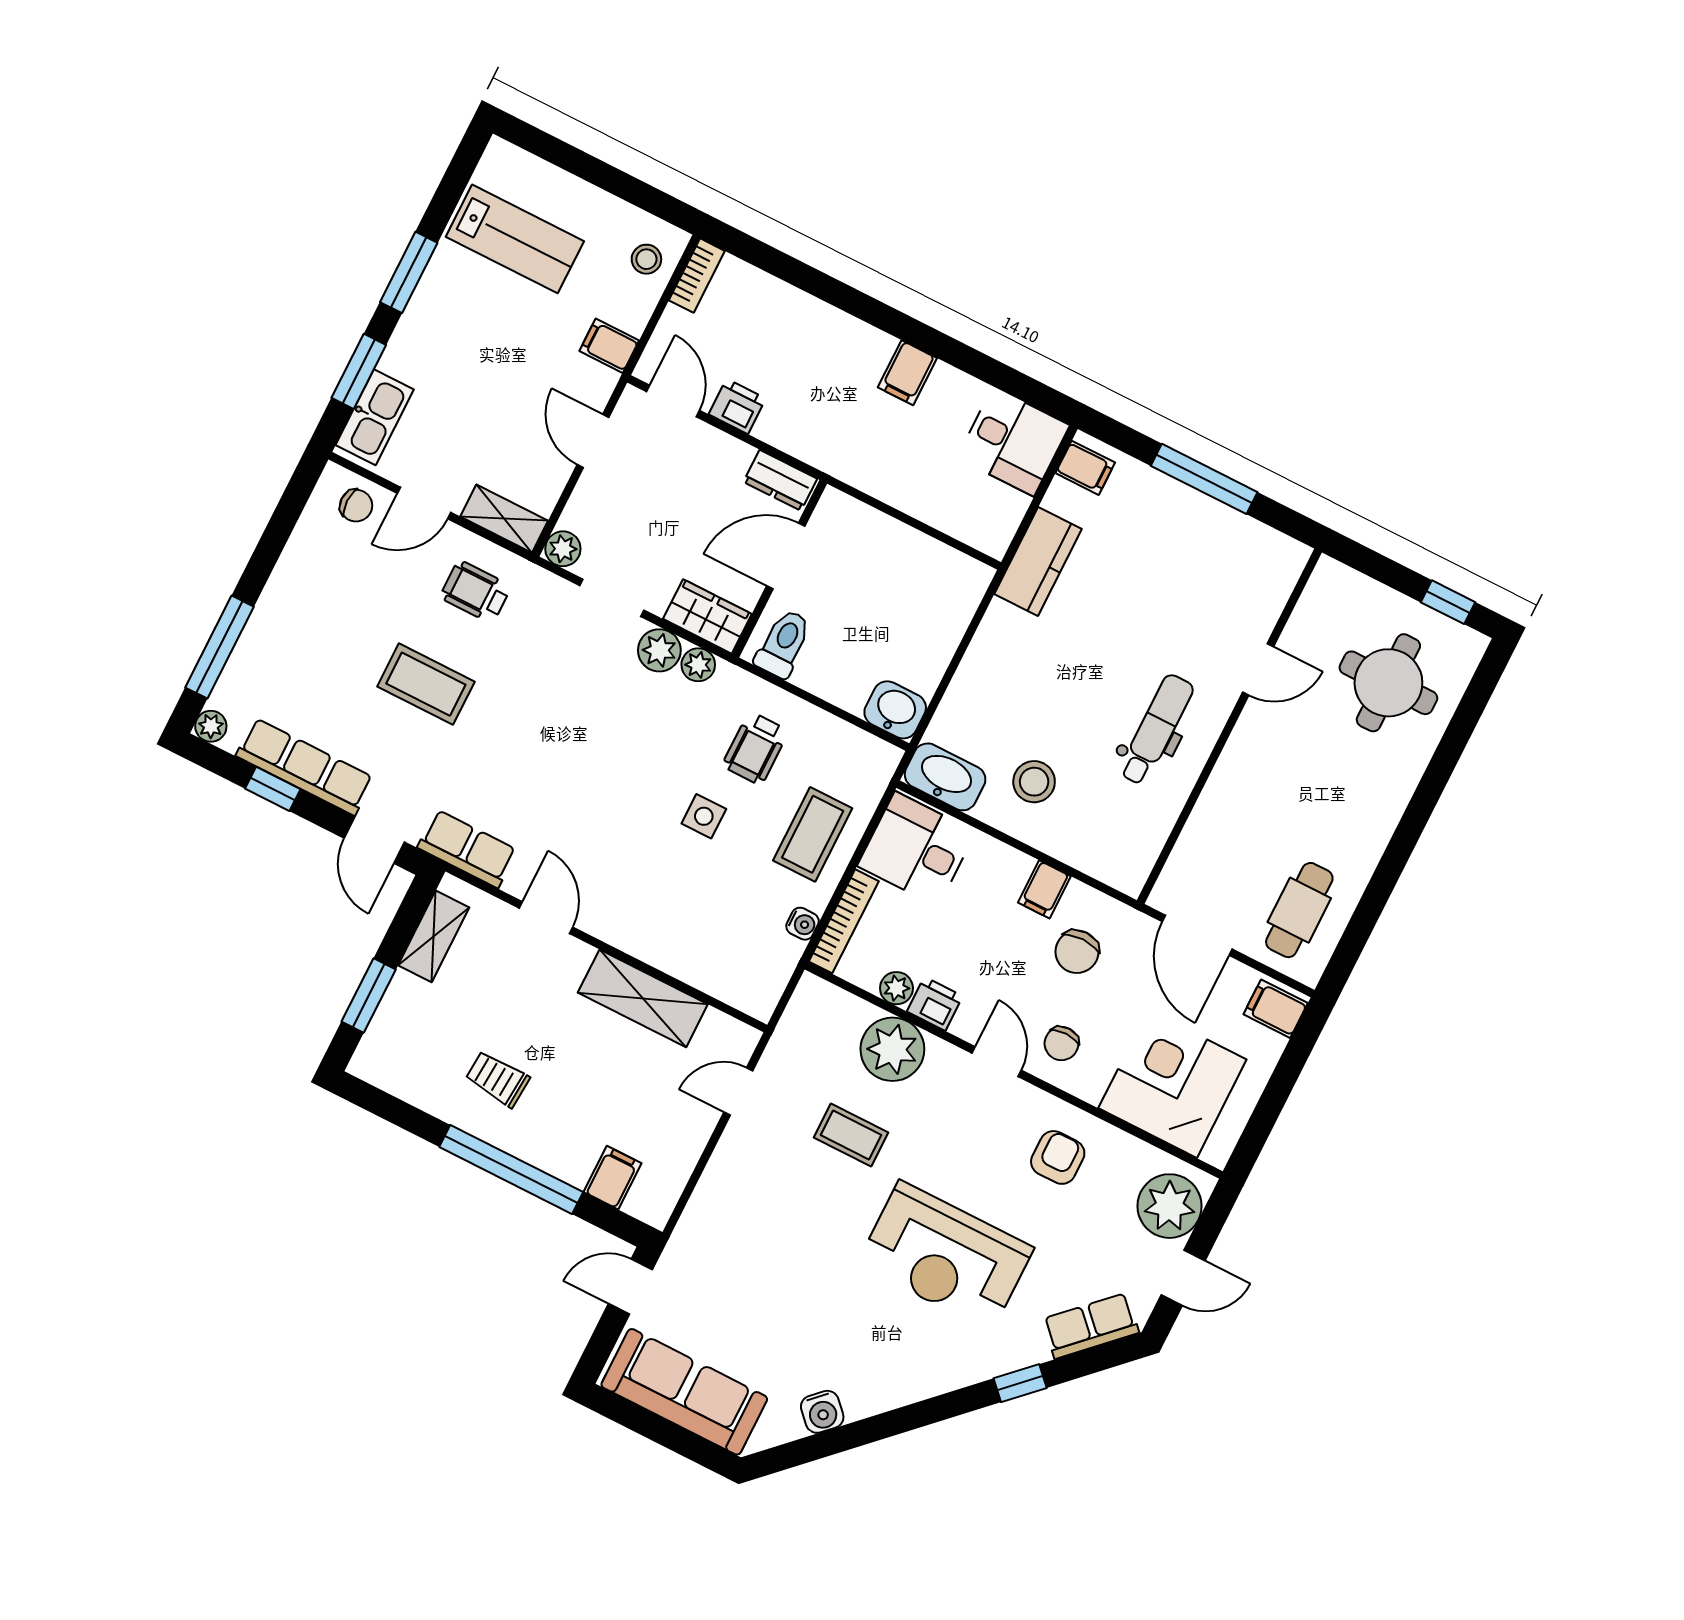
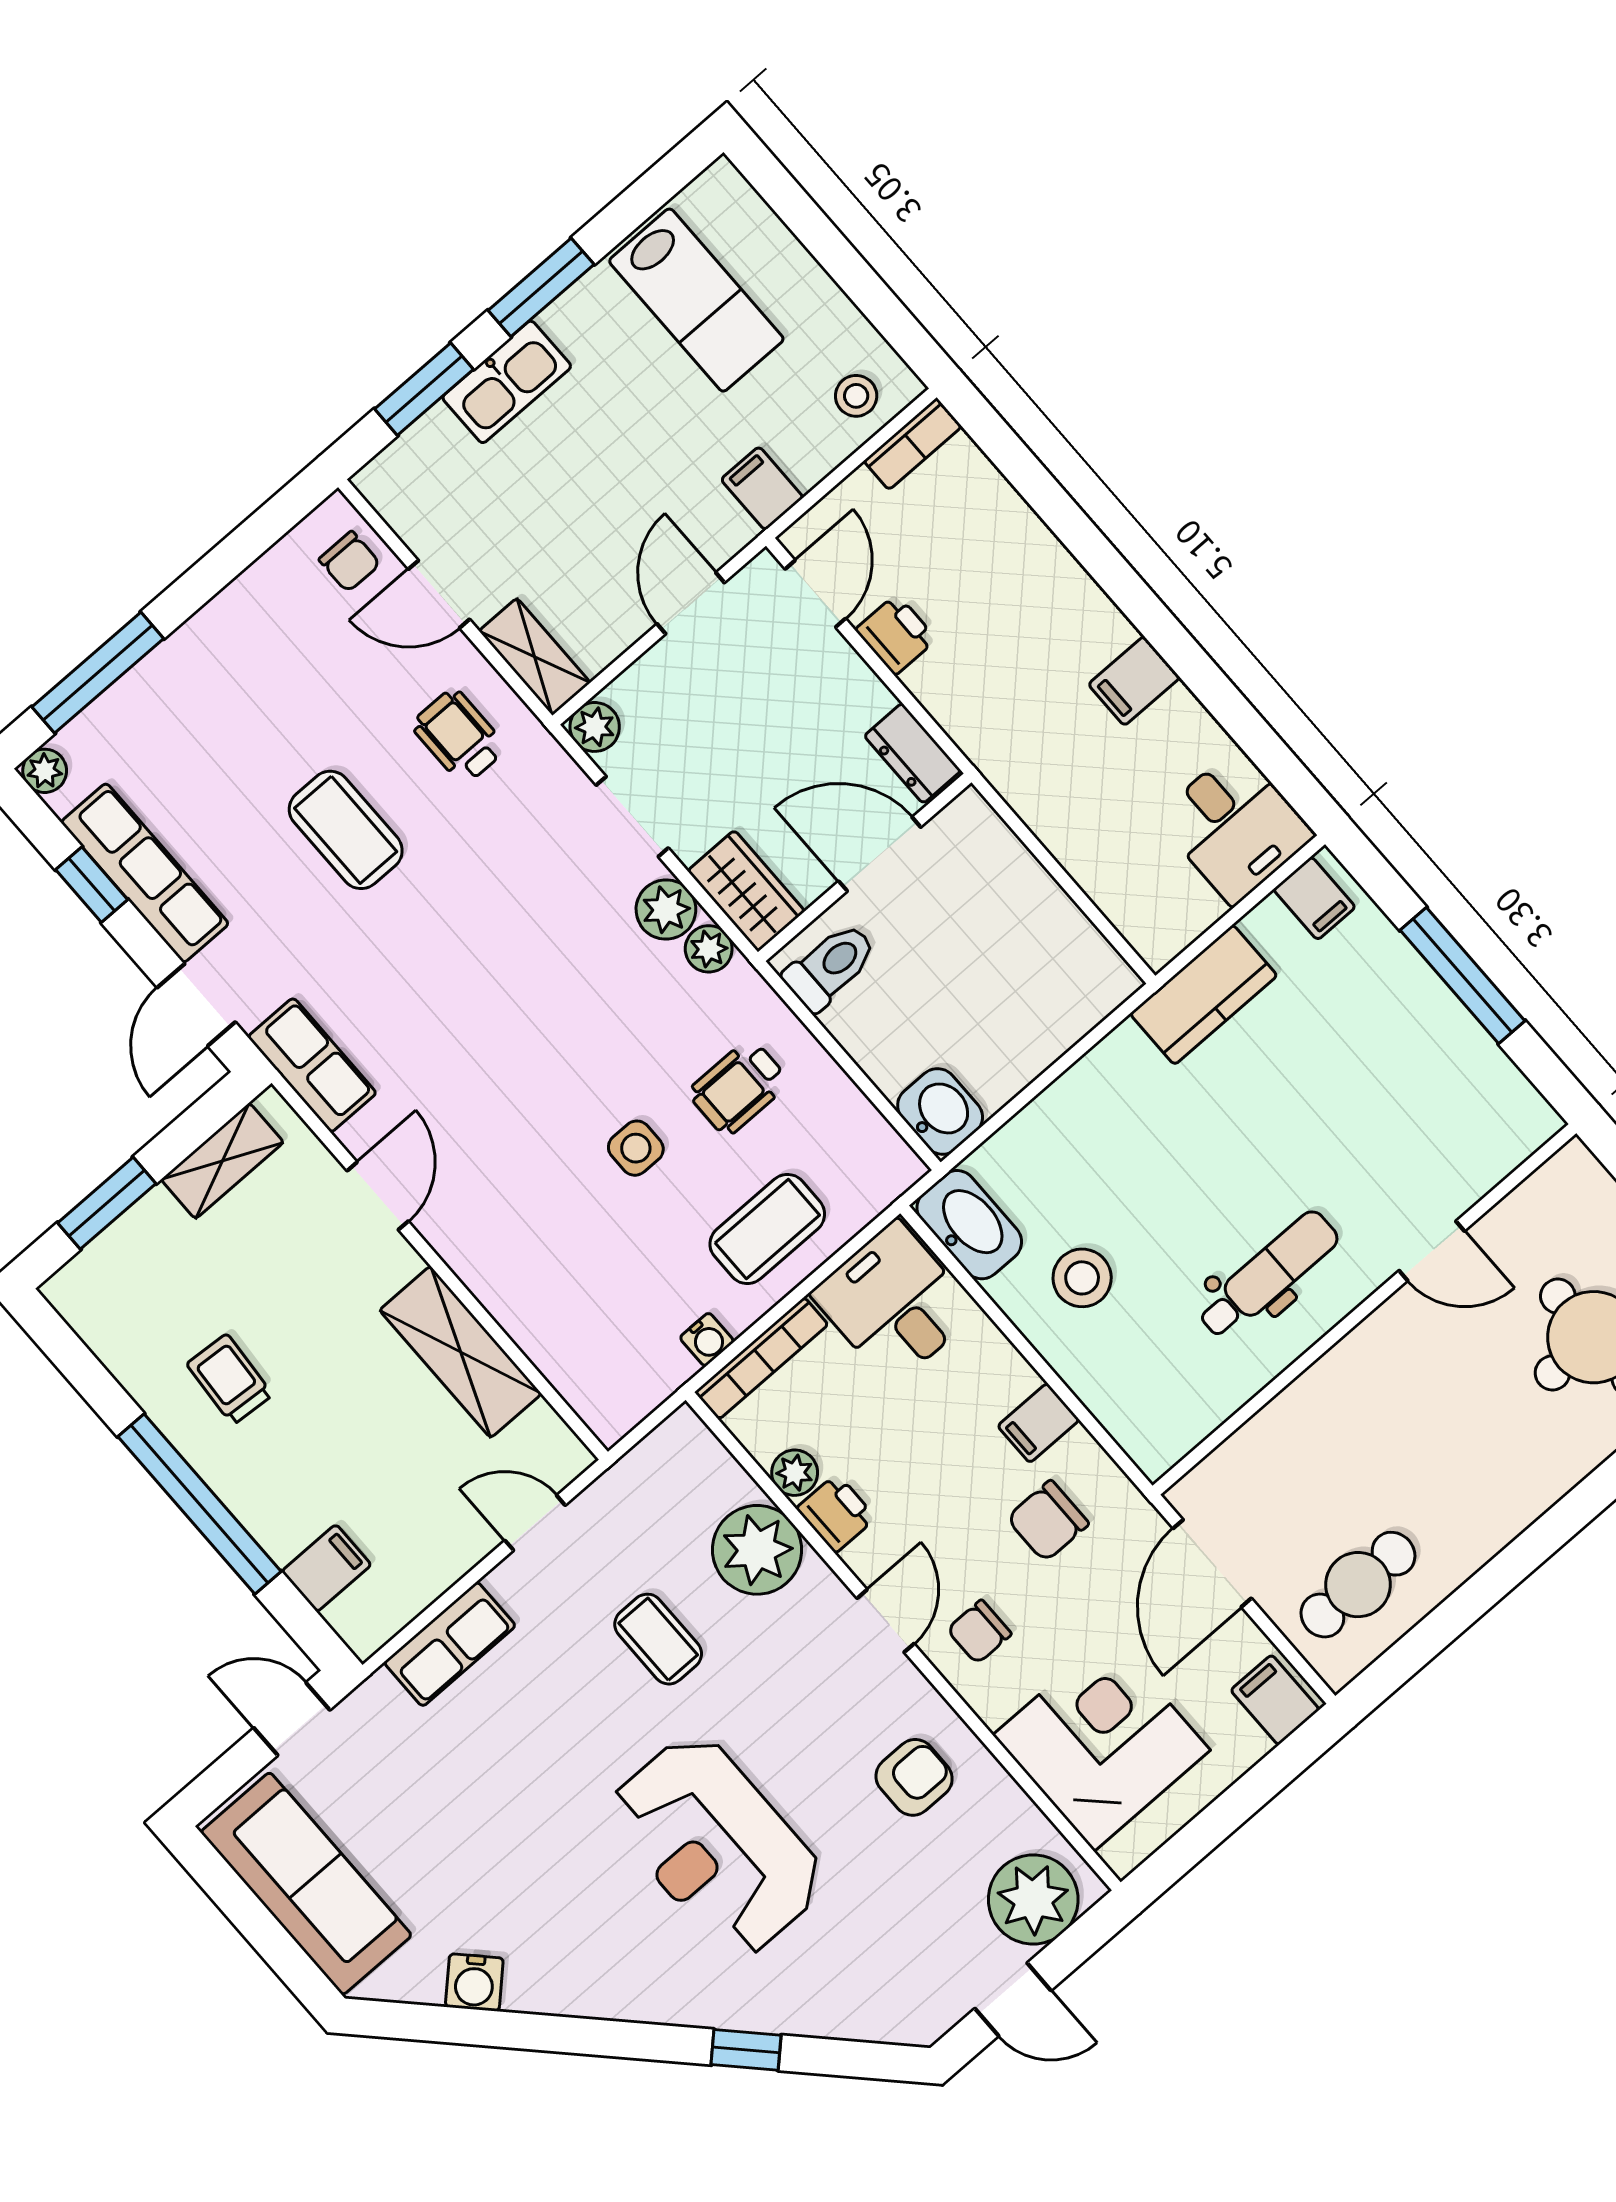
kitchen sink: (375, 417) -> (507, 382), moved
row of seats: (1091, 1326) -> (450, 1644), moved, turned 134

